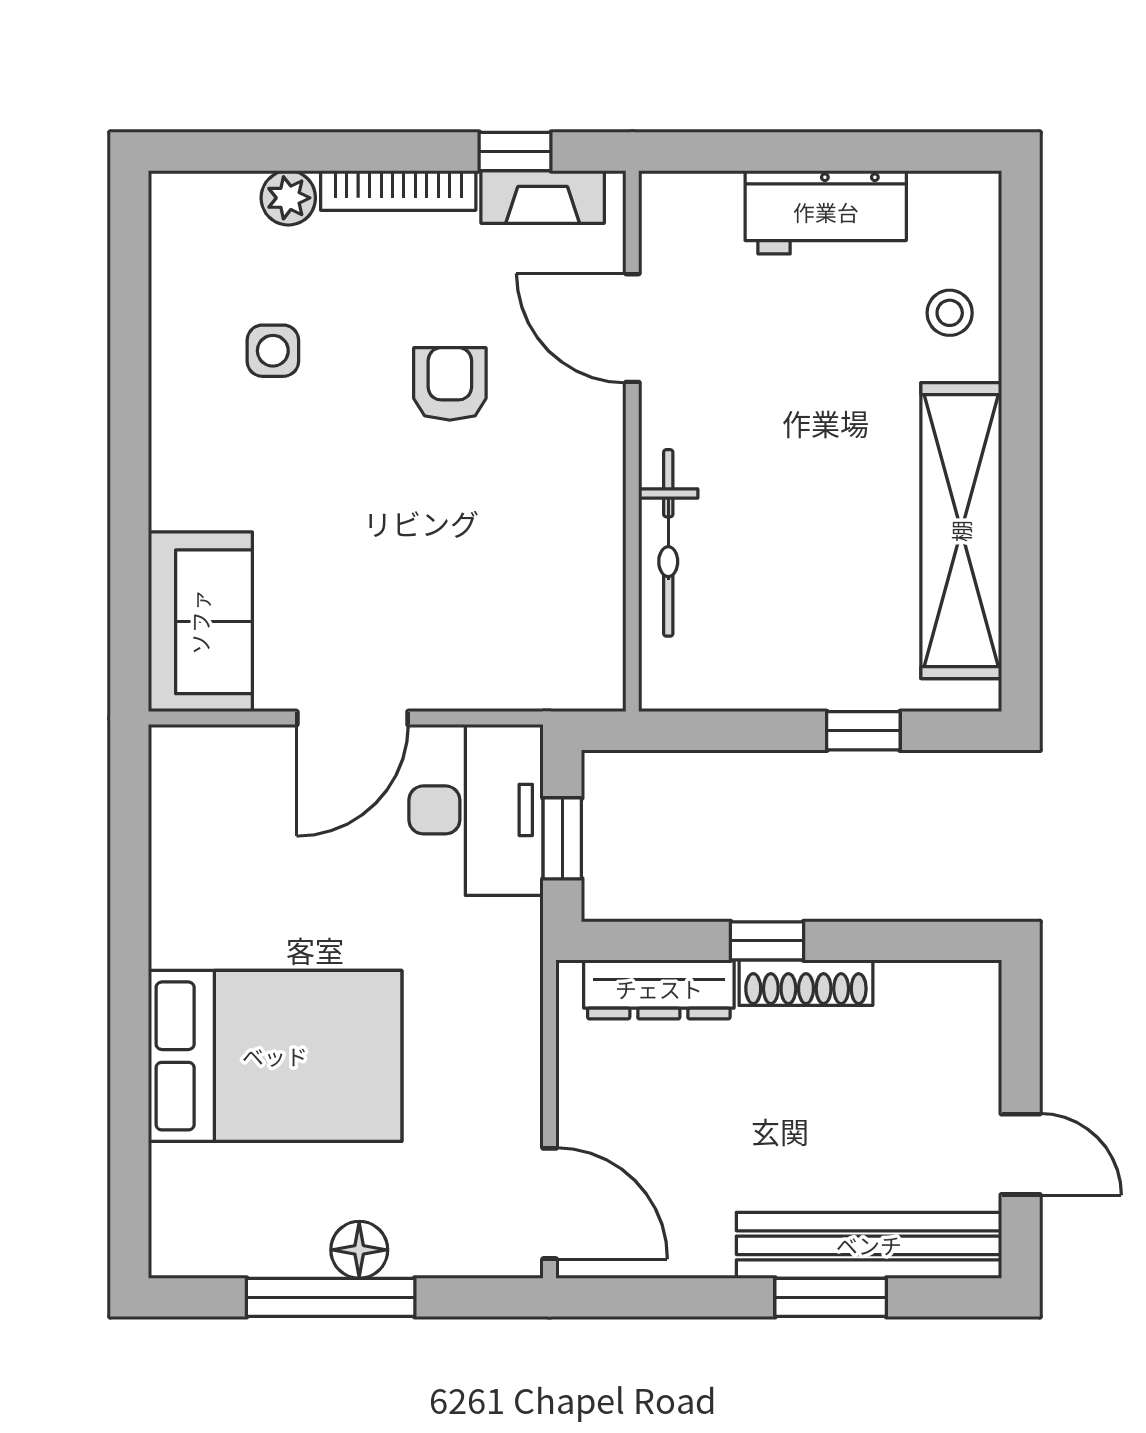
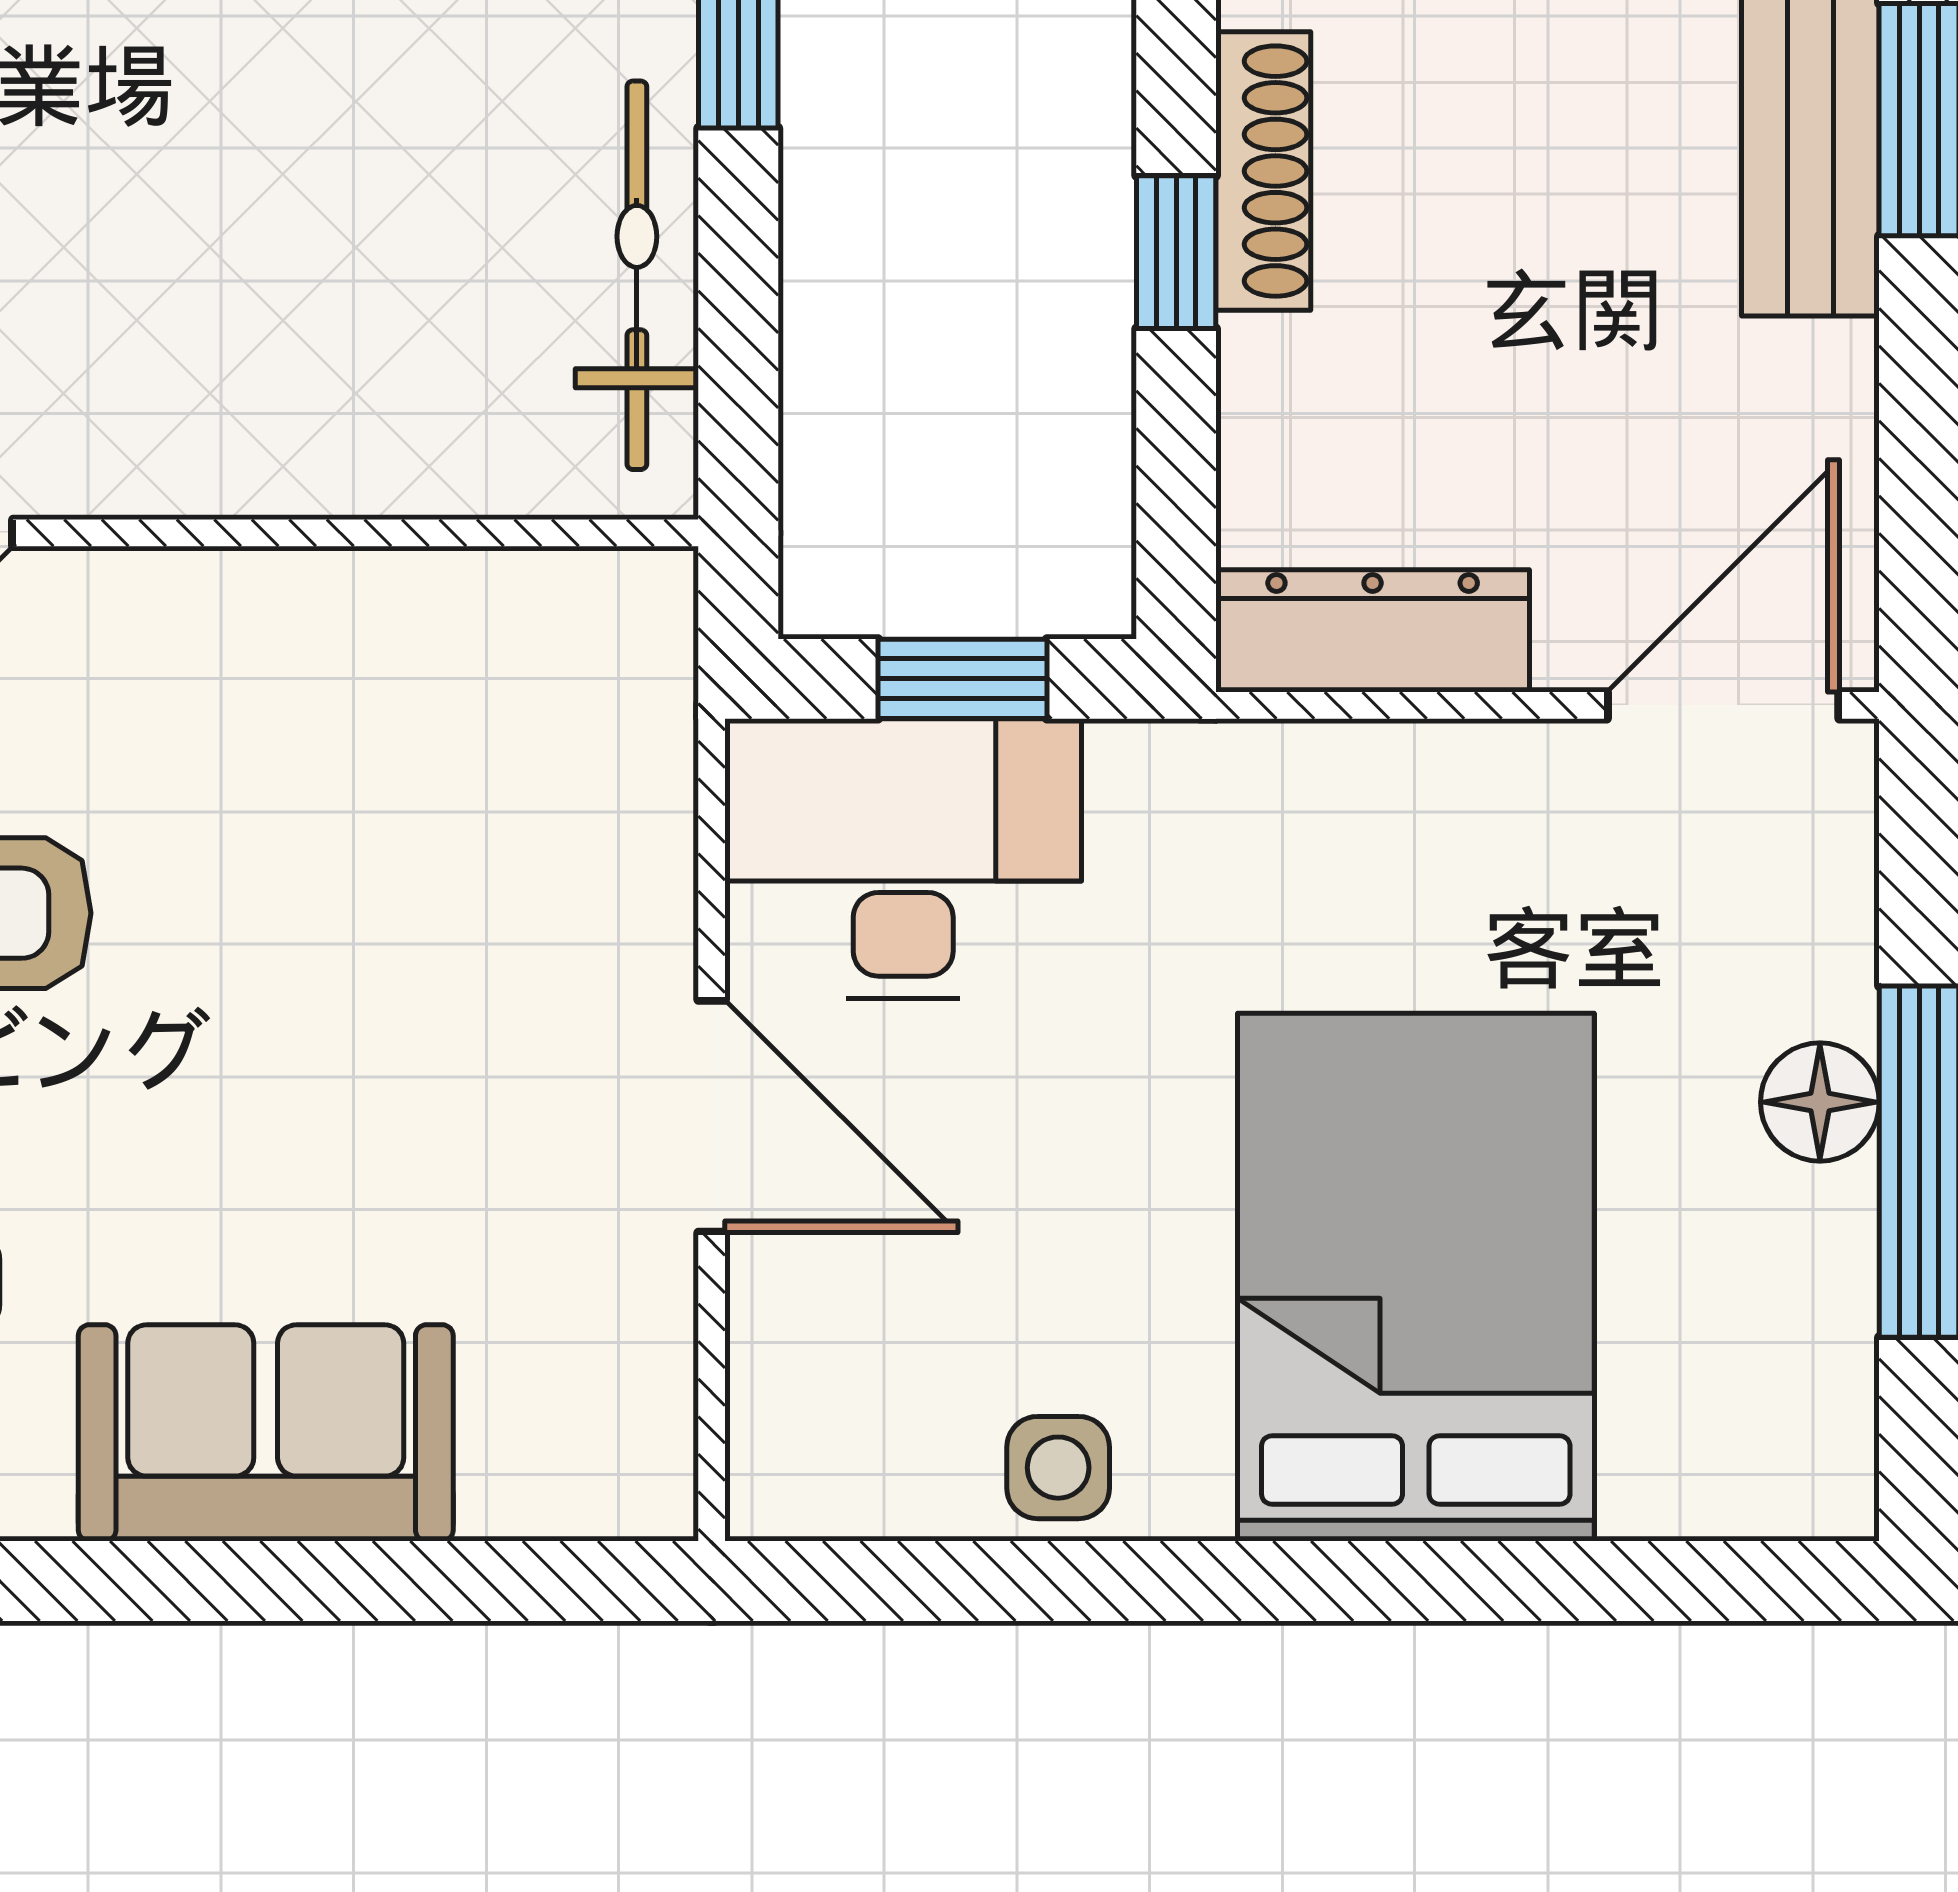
bicycle: (668, 543) -> (637, 275), moved, turned -90
sofa: (200, 622) -> (266, 1433), moved
side table: (184, 884) -> (1058, 1468), added
dresser: (659, 989) -> (1373, 631), moved, turned -90

